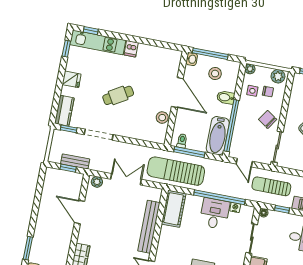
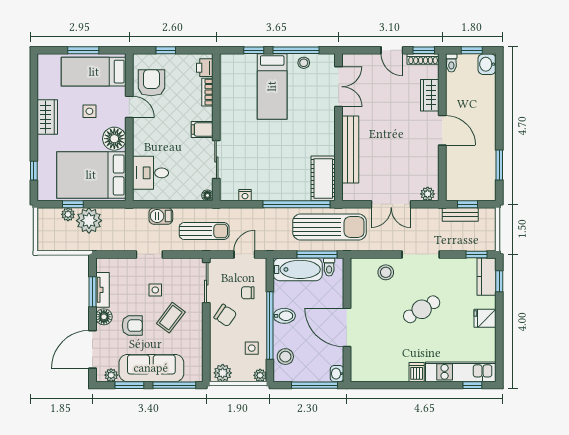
window: (66, 49) -> (499, 281), moved
stool: (215, 74) -> (285, 357), moved
chair: (268, 92) -> (248, 293), moved
bidet: (226, 97) -> (284, 316), moved
stool: (162, 118) -> (386, 272), moved
window: (231, 126) -> (270, 326), moved
doorway: (99, 135) -> (421, 255), moved
bathtub: (218, 136) -> (298, 269), moved, turned 90
door: (244, 163) -> (244, 255), hinge flipped
window: (219, 197) -> (296, 204), moved
window: (282, 209) -> (185, 204), removed
door: (79, 212) -> (442, 130), moved
desk: (215, 214) -> (270, 182), removed
window: (28, 248) -> (499, 165), moved

